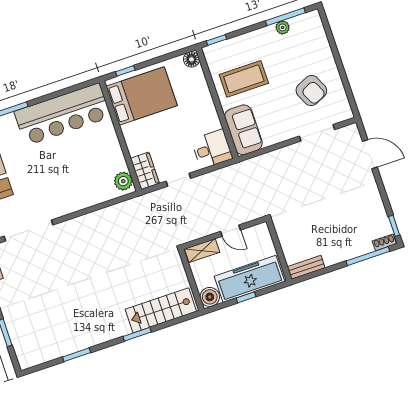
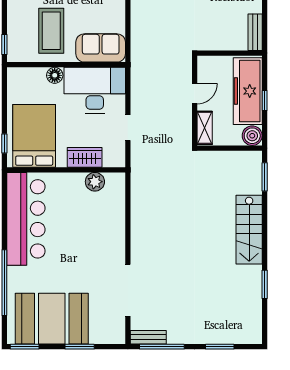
floor lamp: (191, 59) -> (55, 75), moved
desk: (212, 149) -> (95, 90), width x1.87, depth x1.30
wardrobe: (145, 171) -> (85, 157), moved
plant: (123, 181) -> (95, 182), moved
stairs: (161, 310) -> (249, 230), moved
window: (137, 334) -> (265, 177), moved

